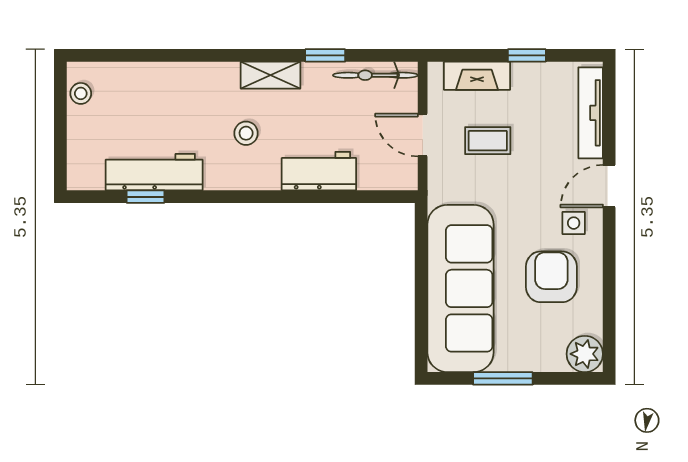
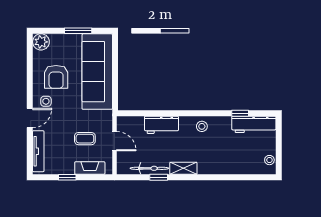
bicycle: (375, 75) -> (149, 168), moved
stool: (246, 133) -> (202, 126), moved
workbench: (154, 172) -> (254, 124), moved

